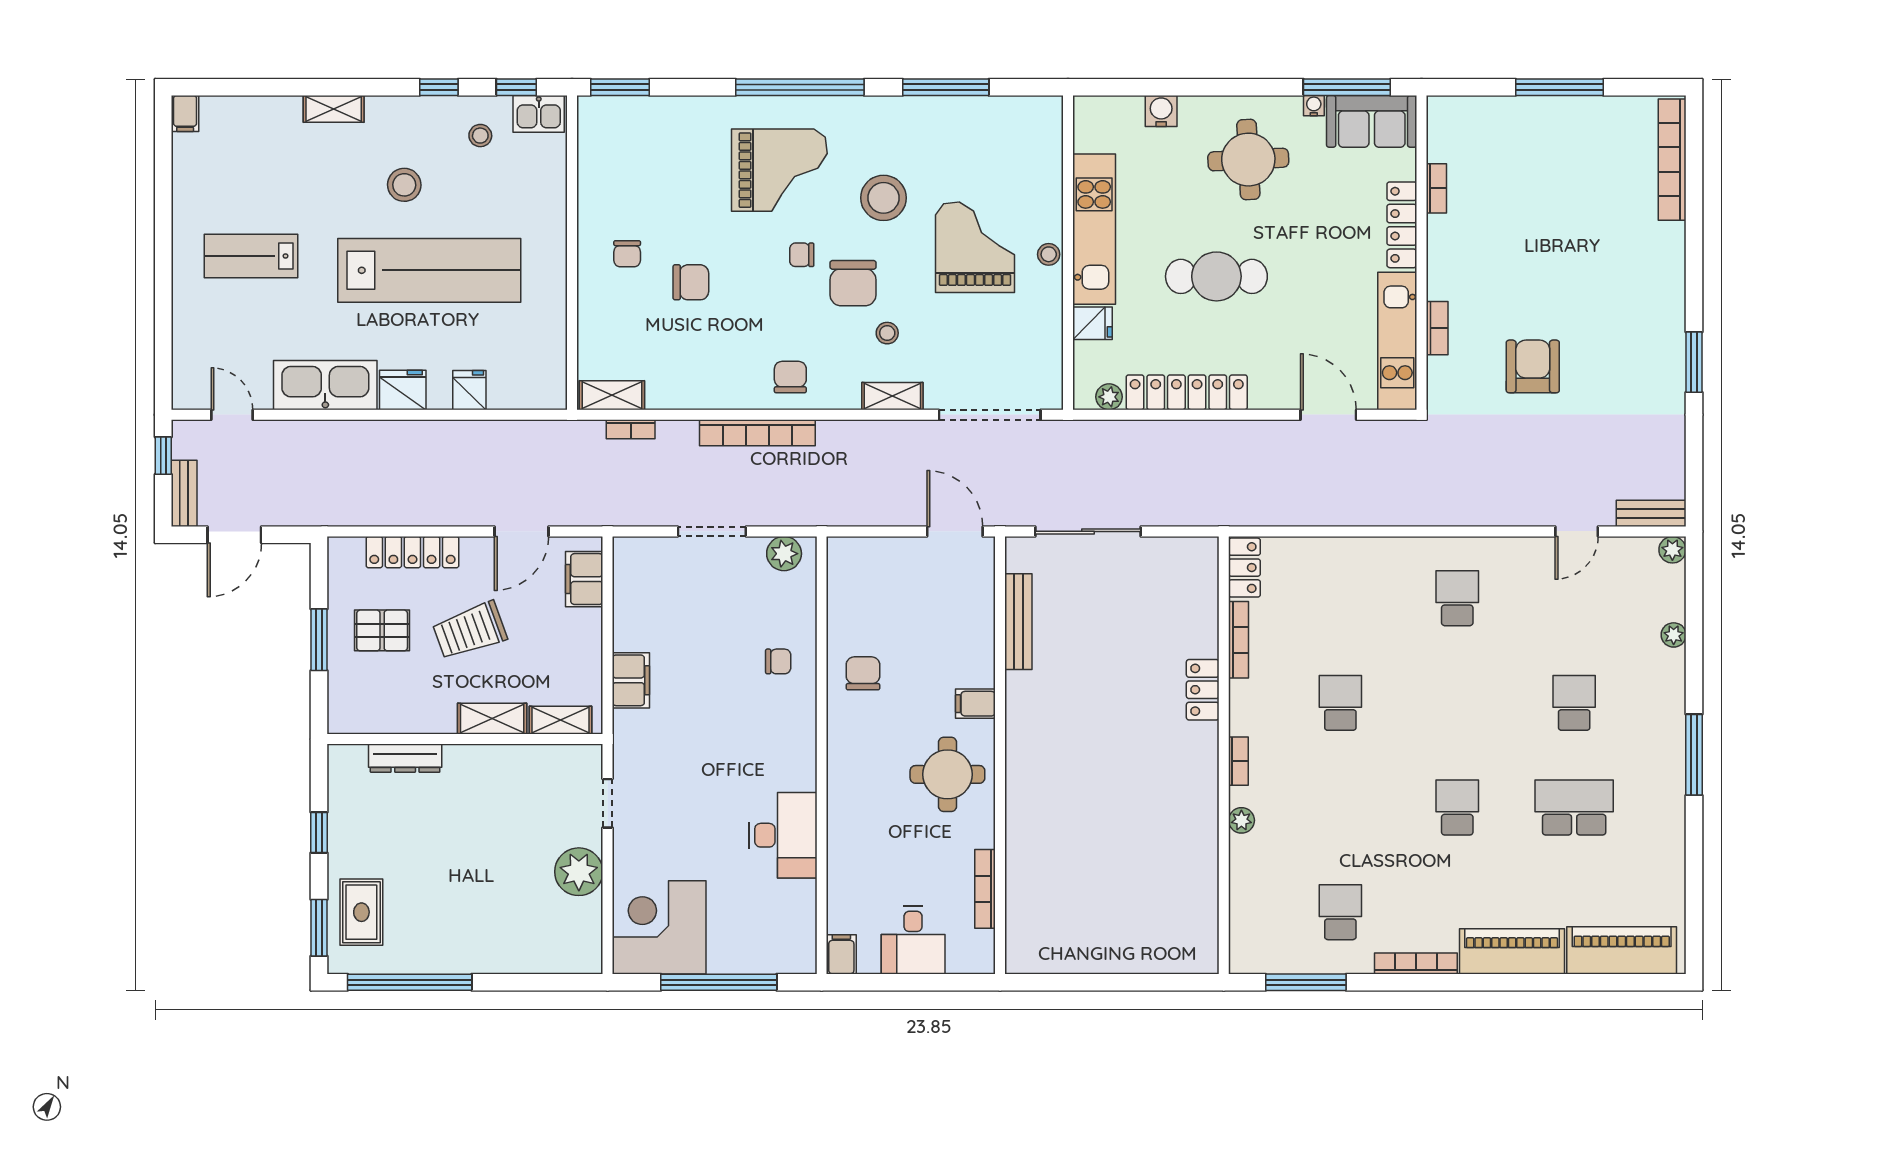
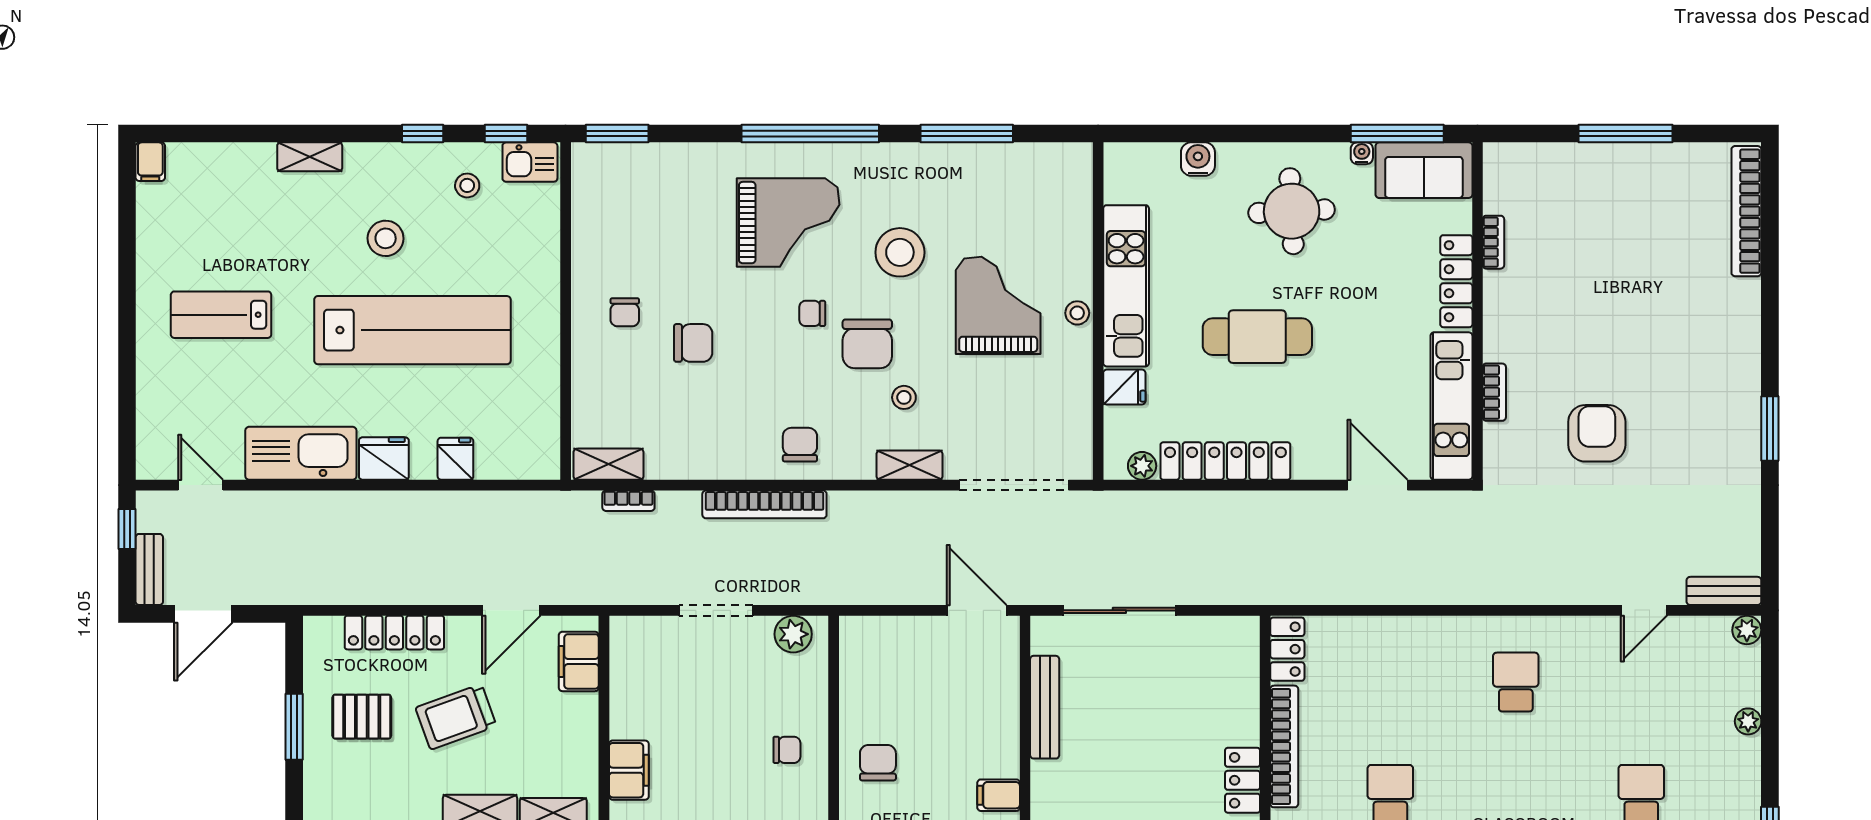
bookcase: (1238, 640) -> (1284, 746), width x1.48, depth x1.31

